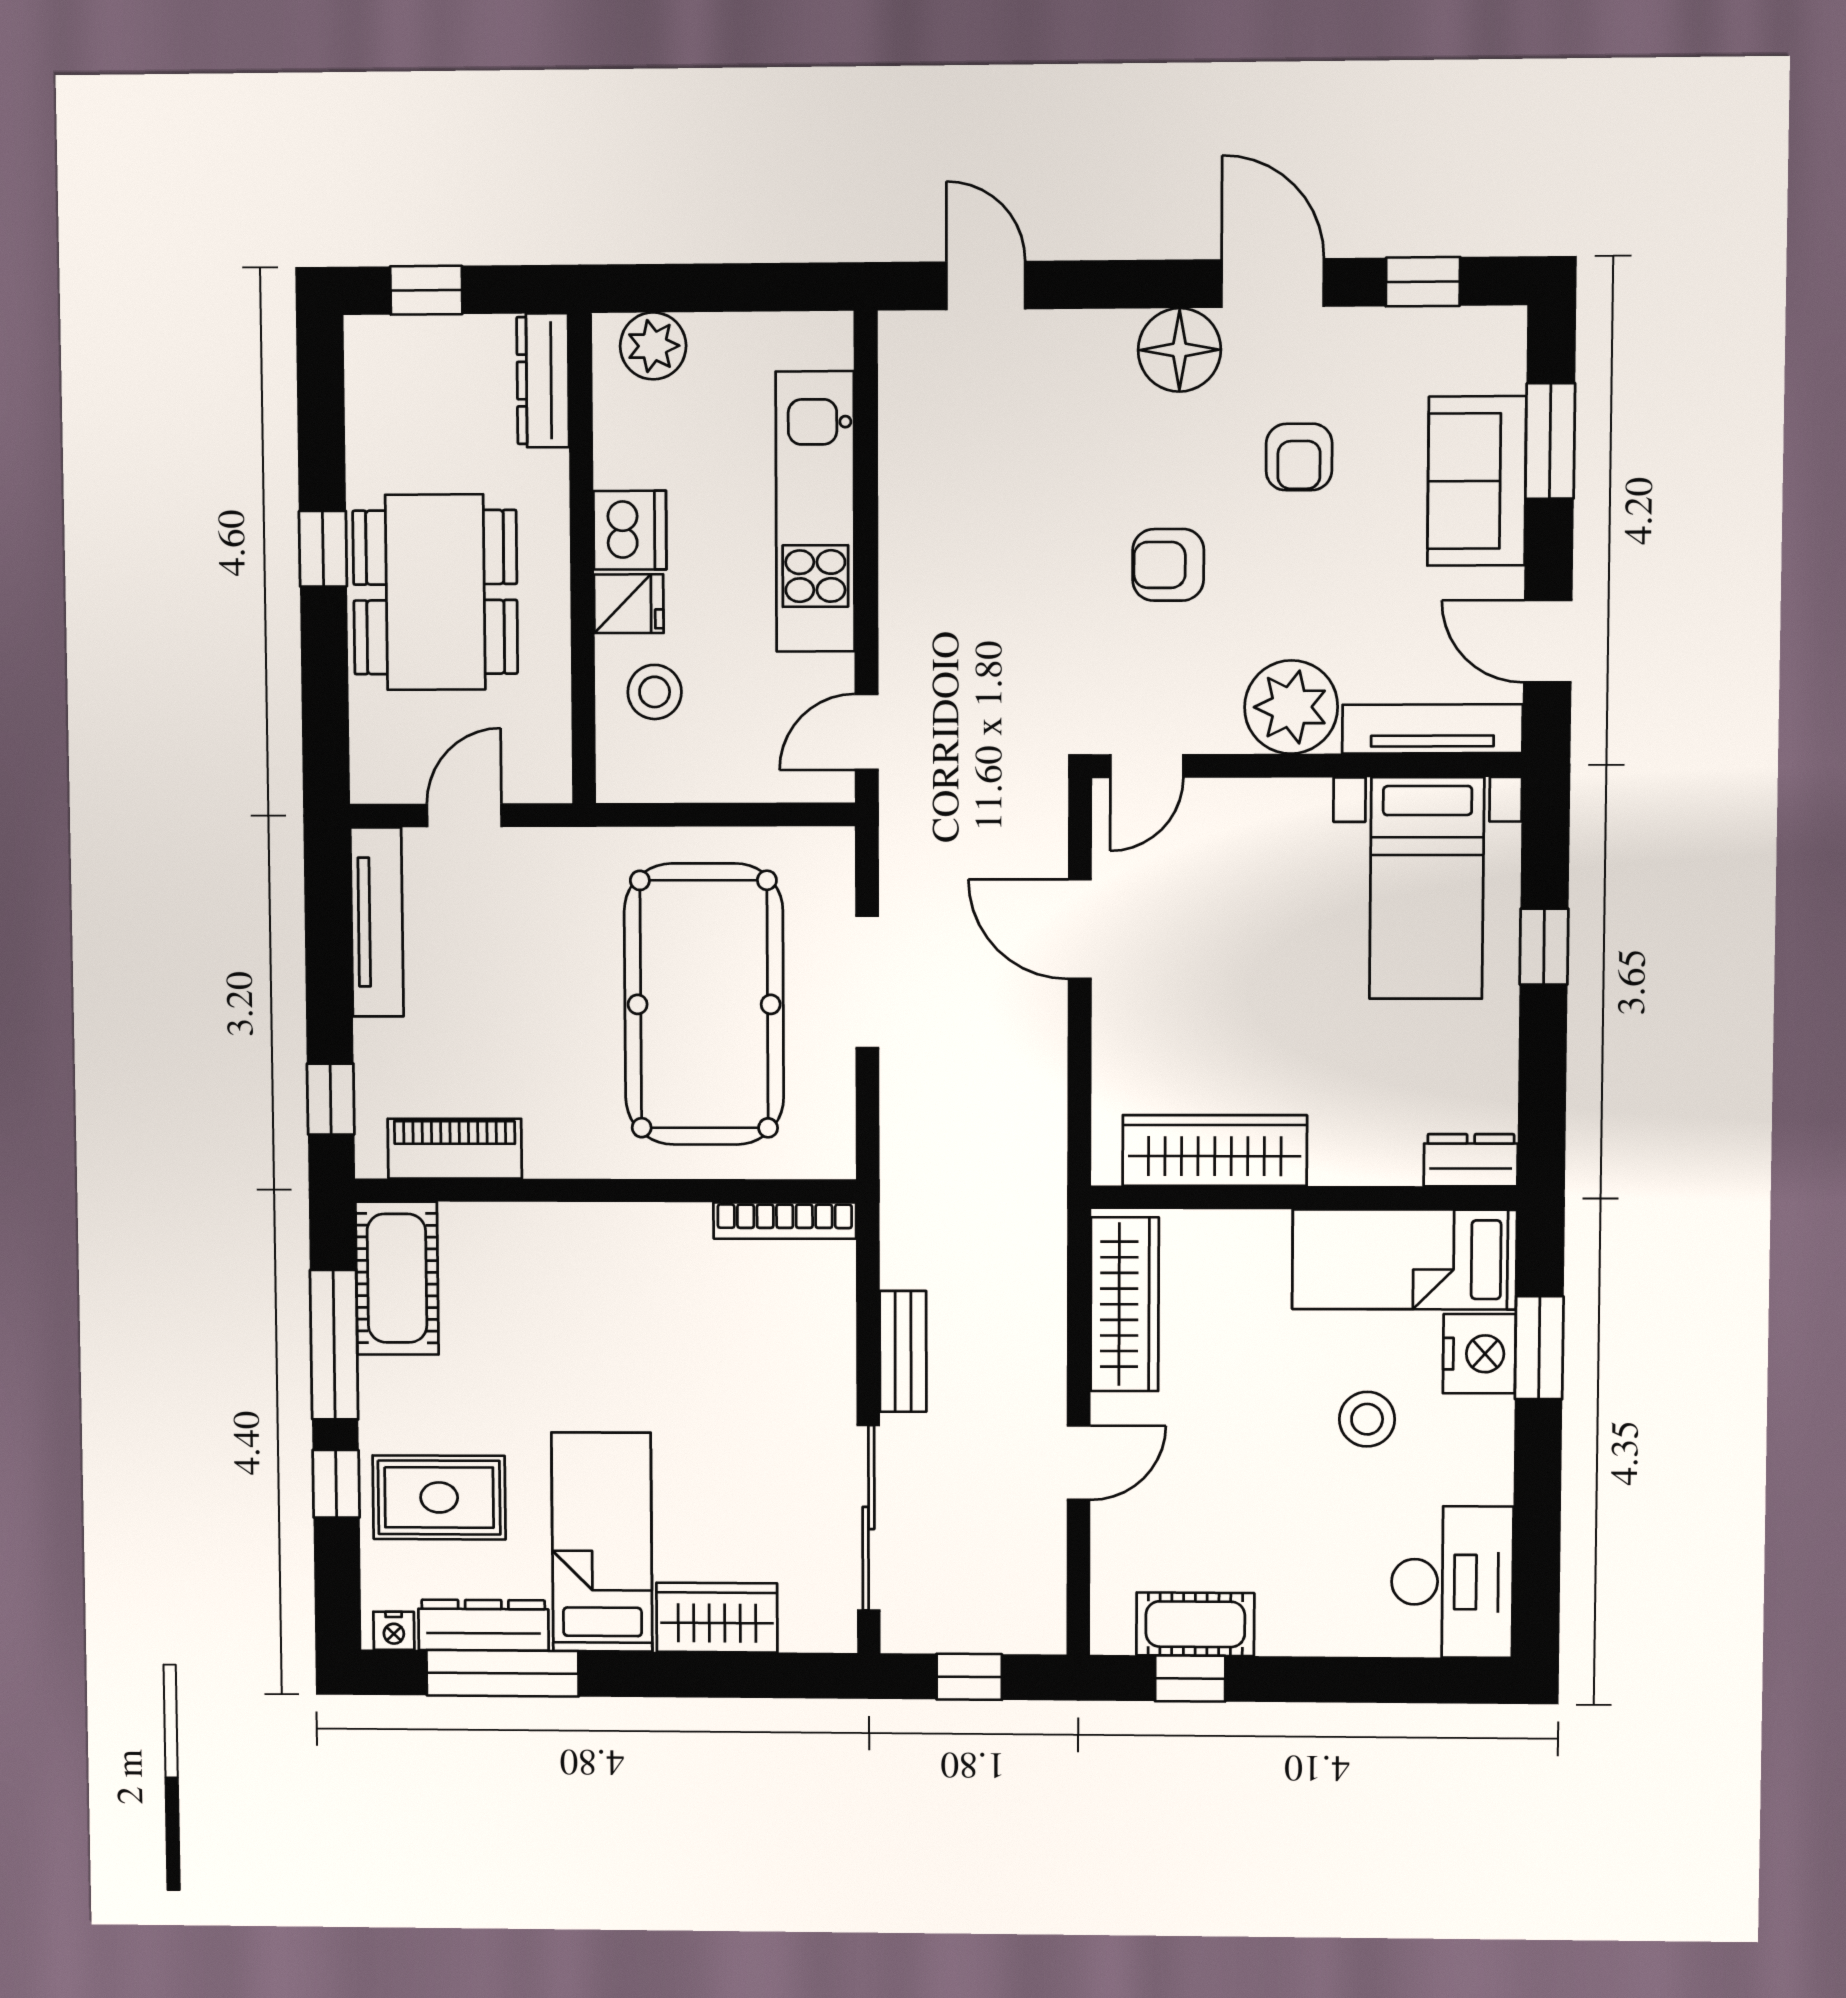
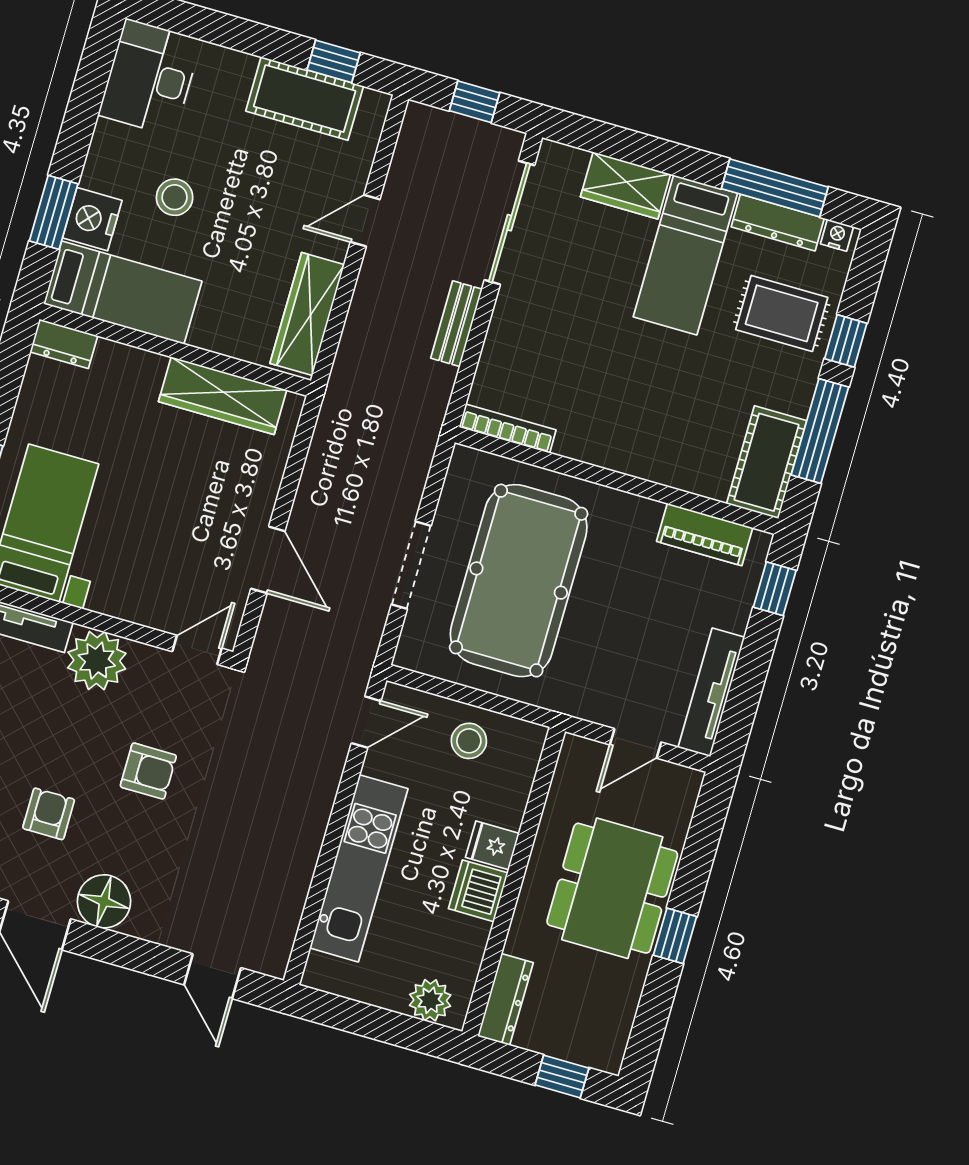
stool: (655, 692) -> (469, 741), moved
cot: (1195, 1624) -> (305, 99), width x1.37, depth x1.34

